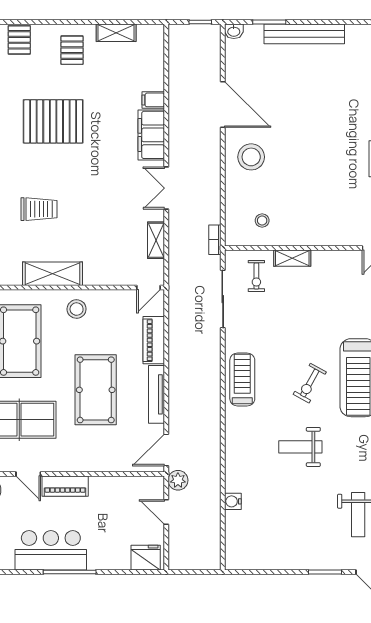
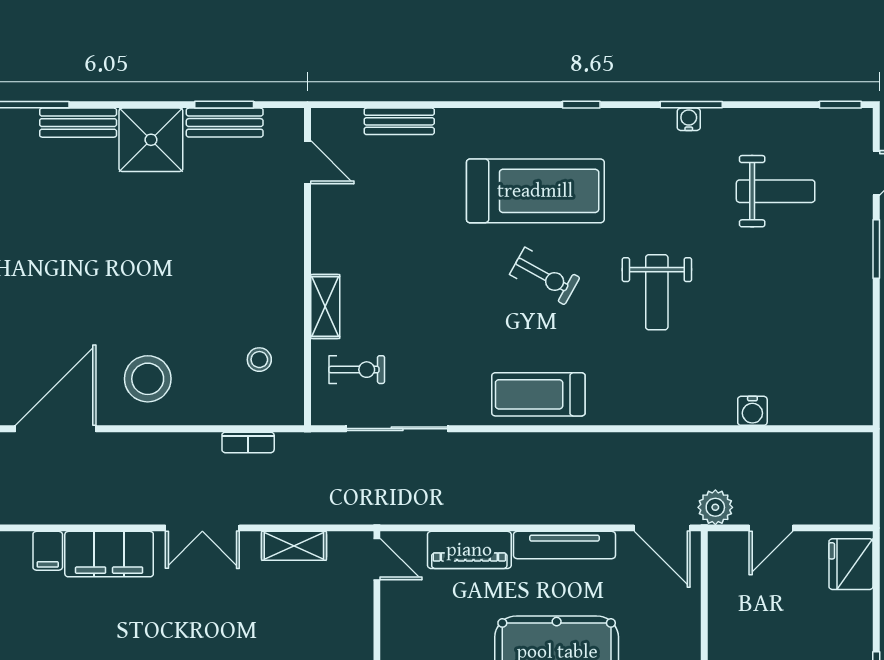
bookcase: (215, 240) -> (248, 442), moved

